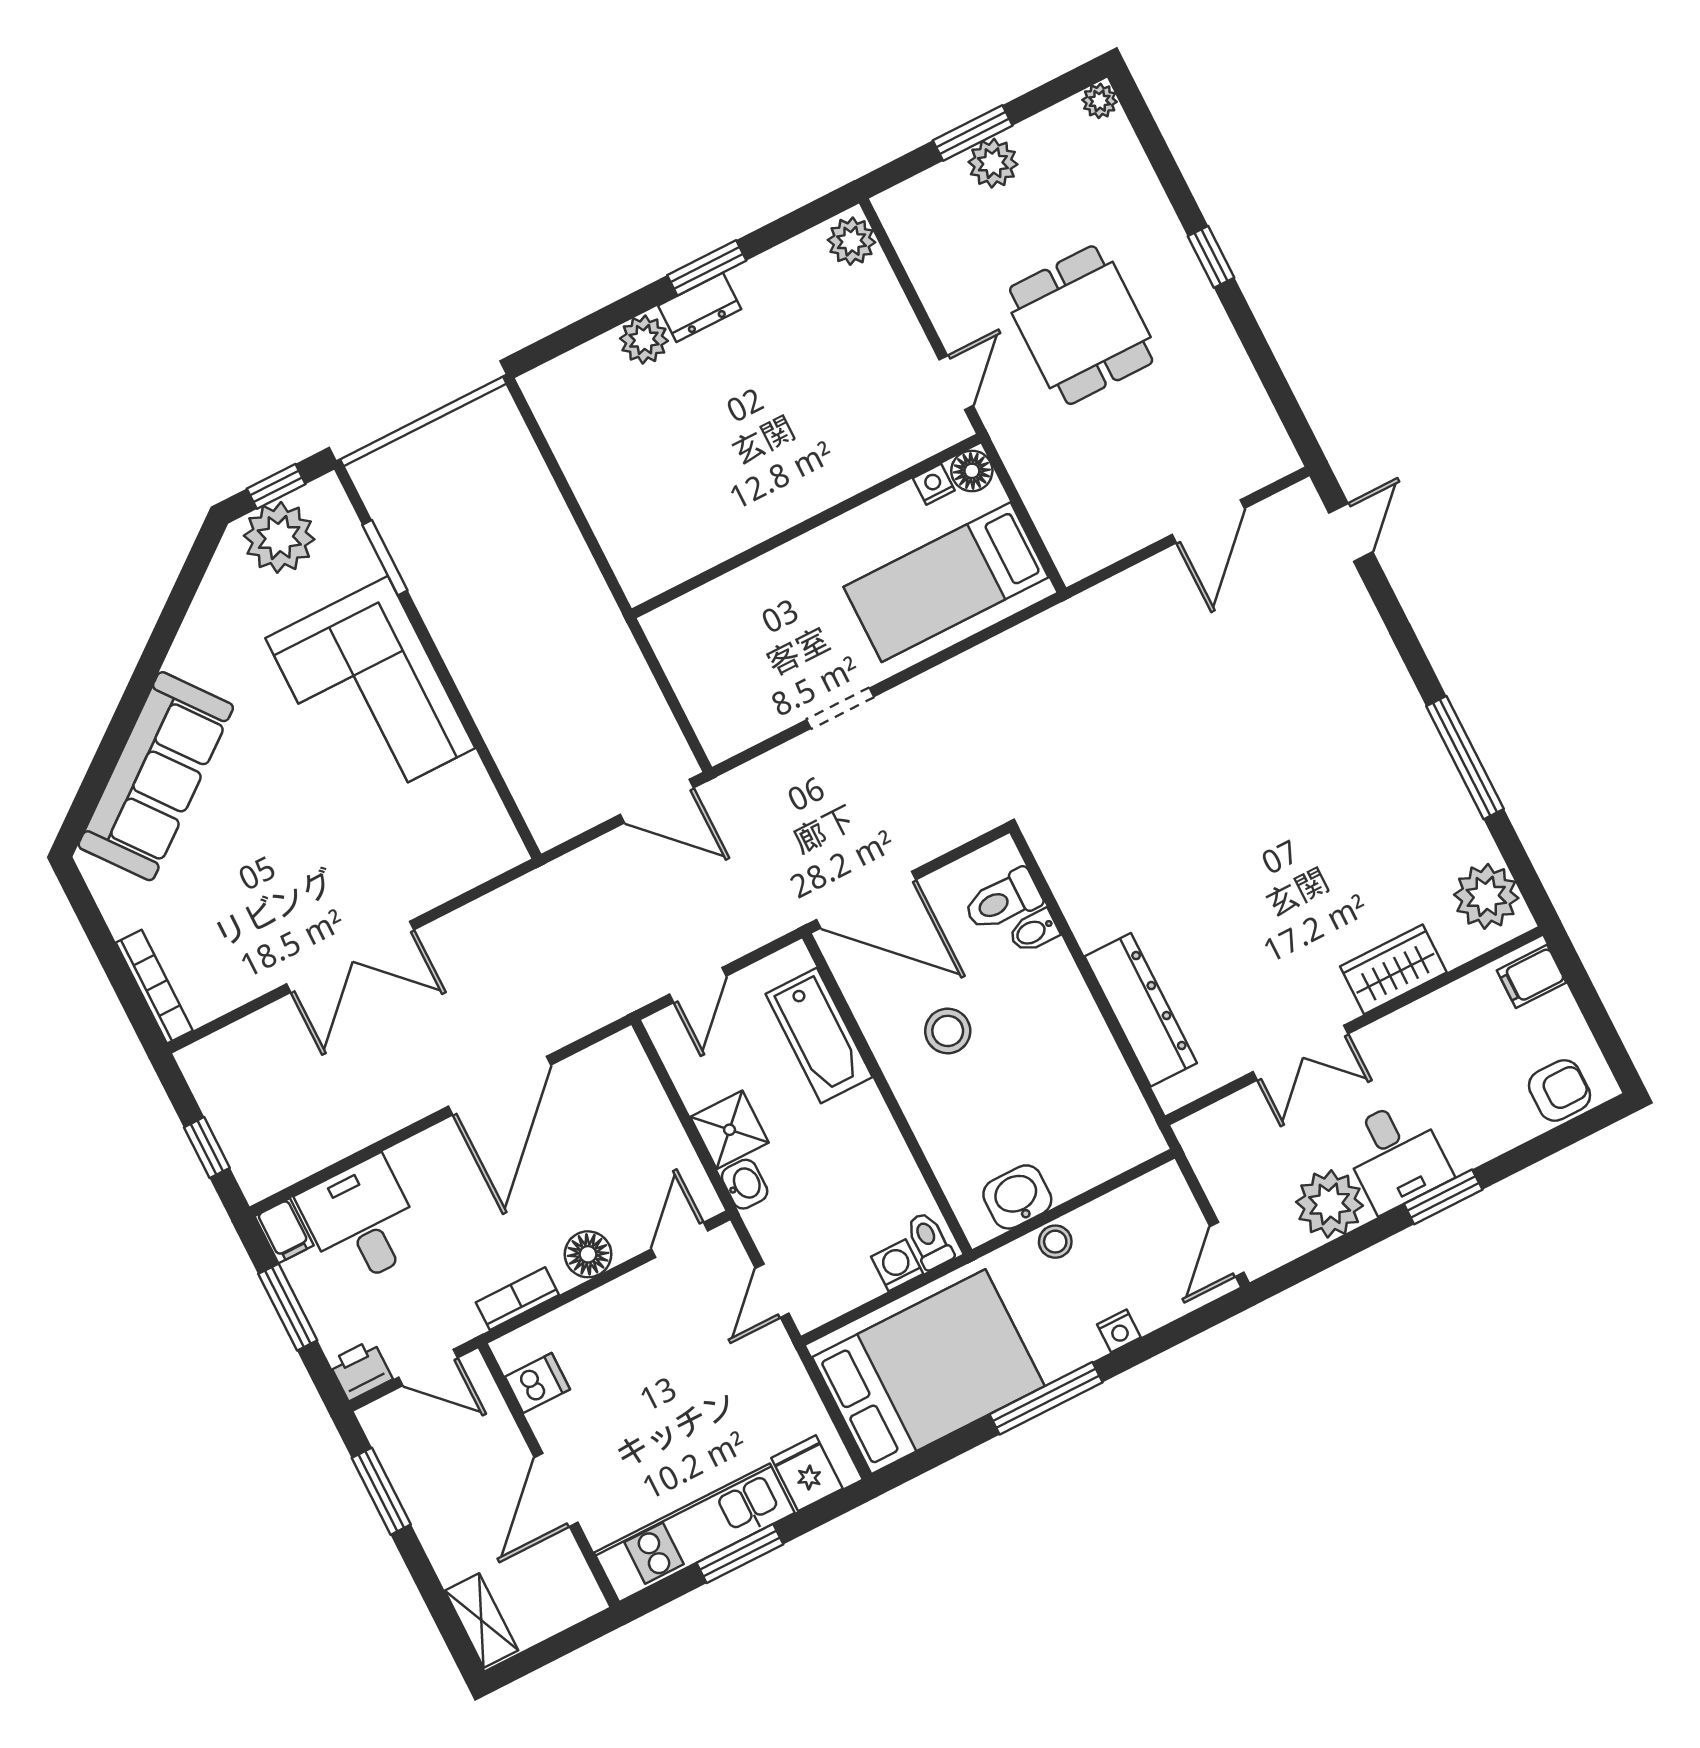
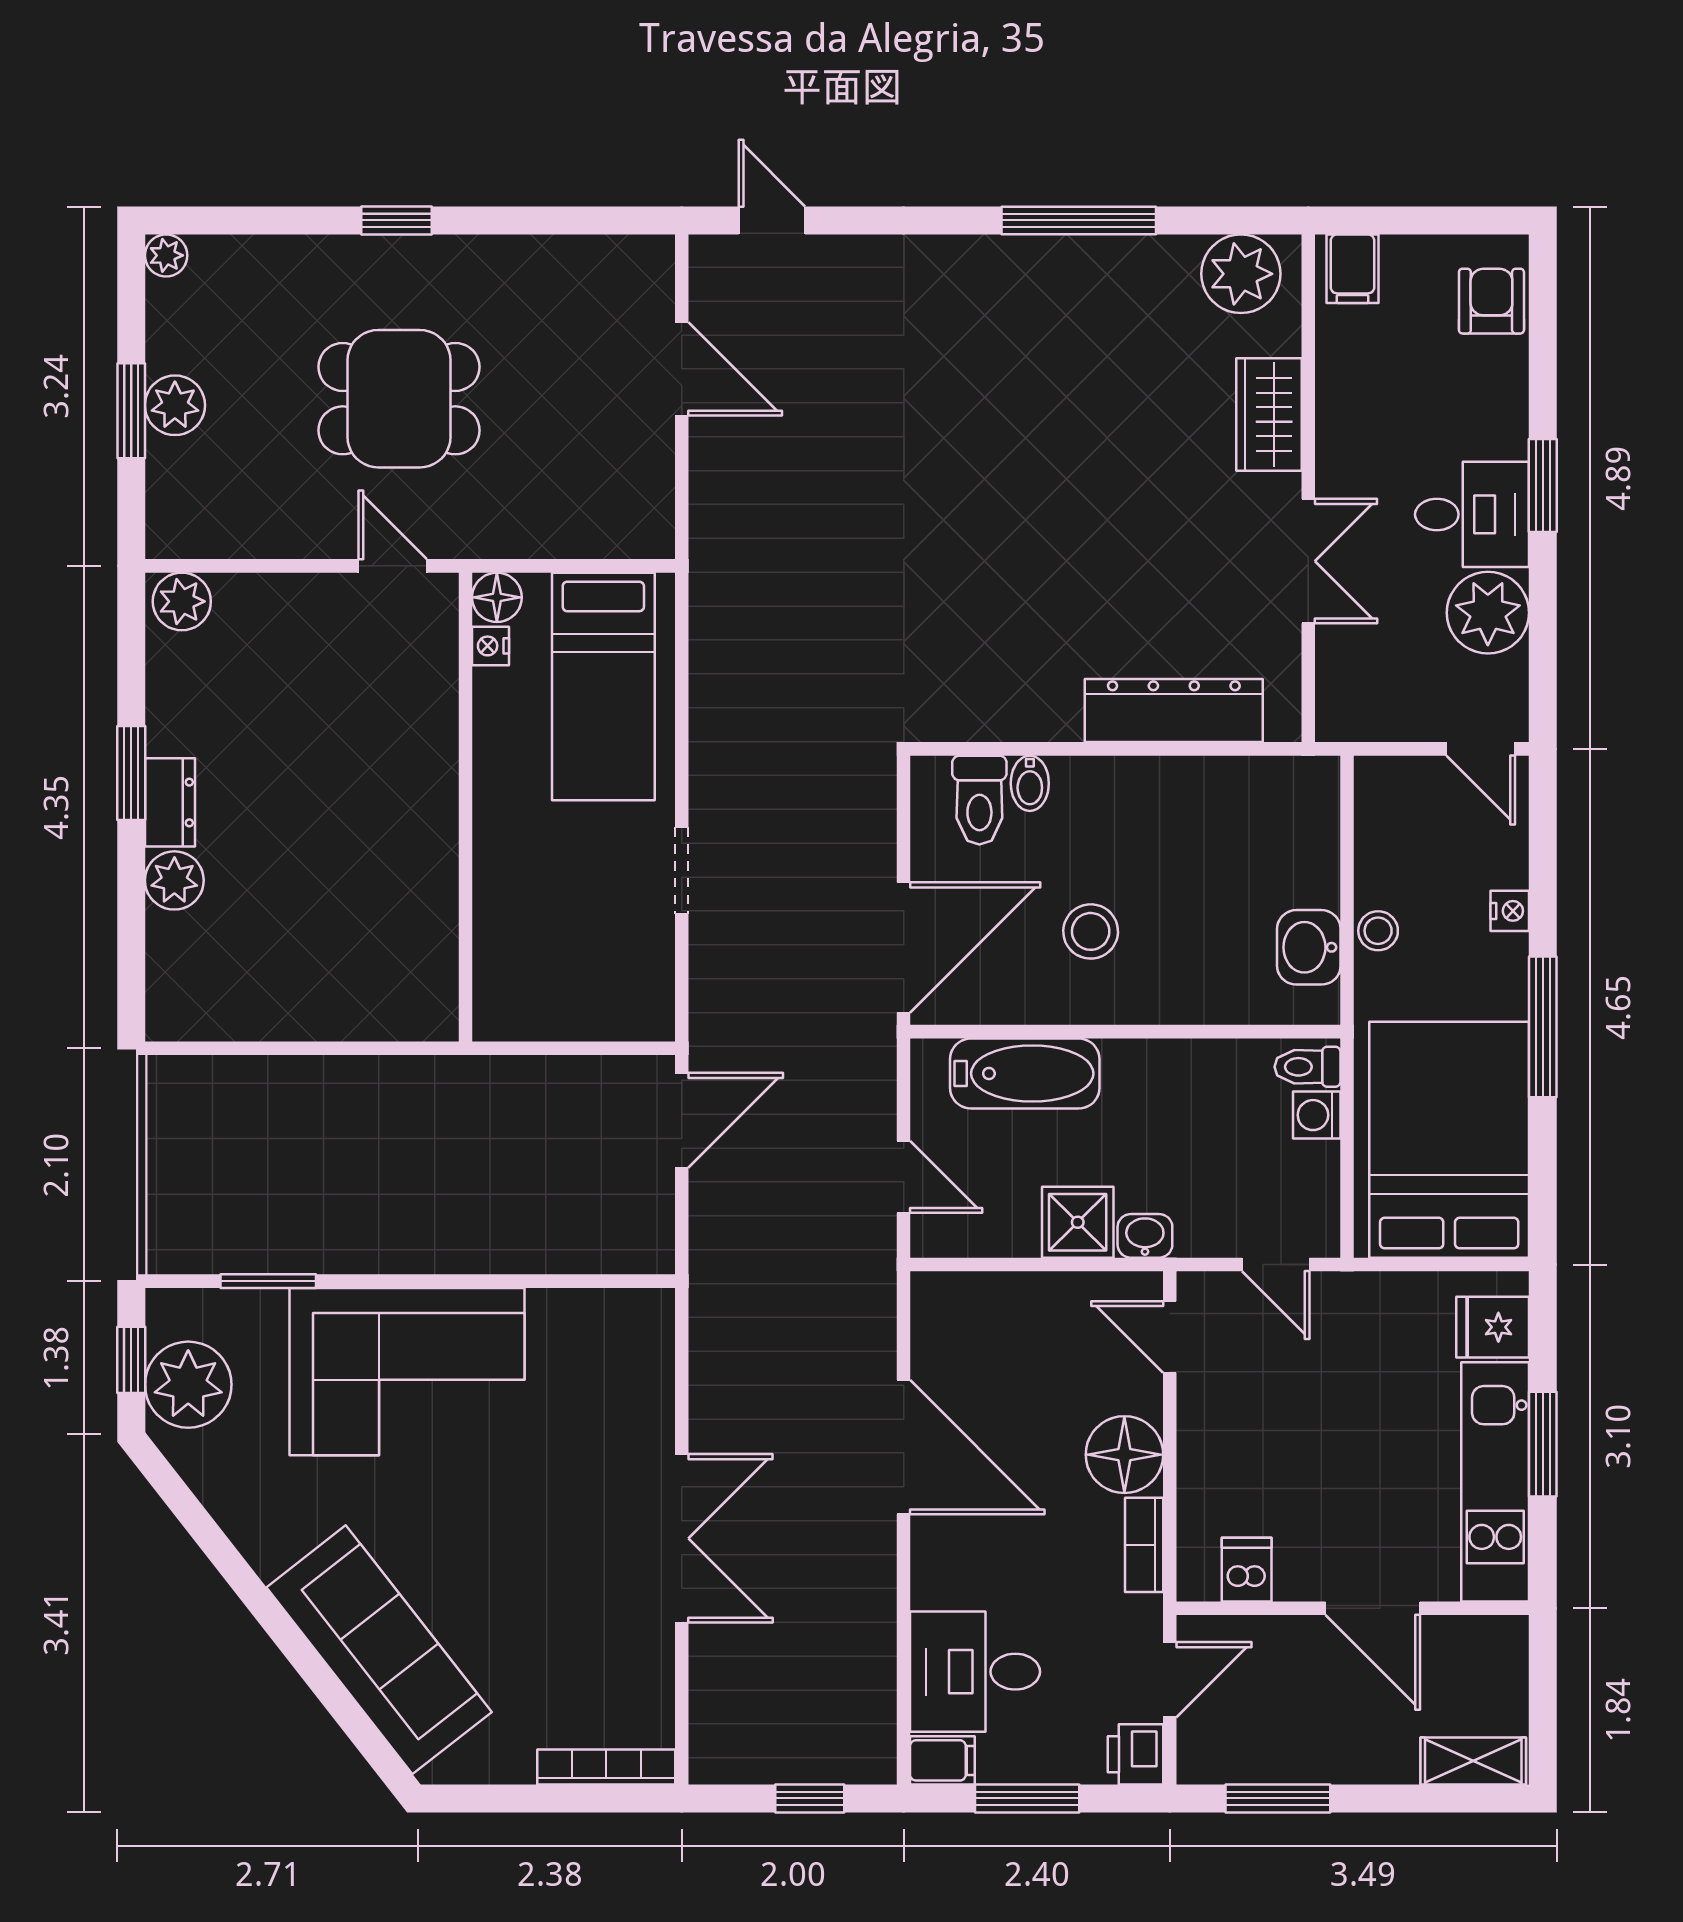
floor lamp: (588, 1254) -> (1124, 1455), width x1.38, depth x1.38

